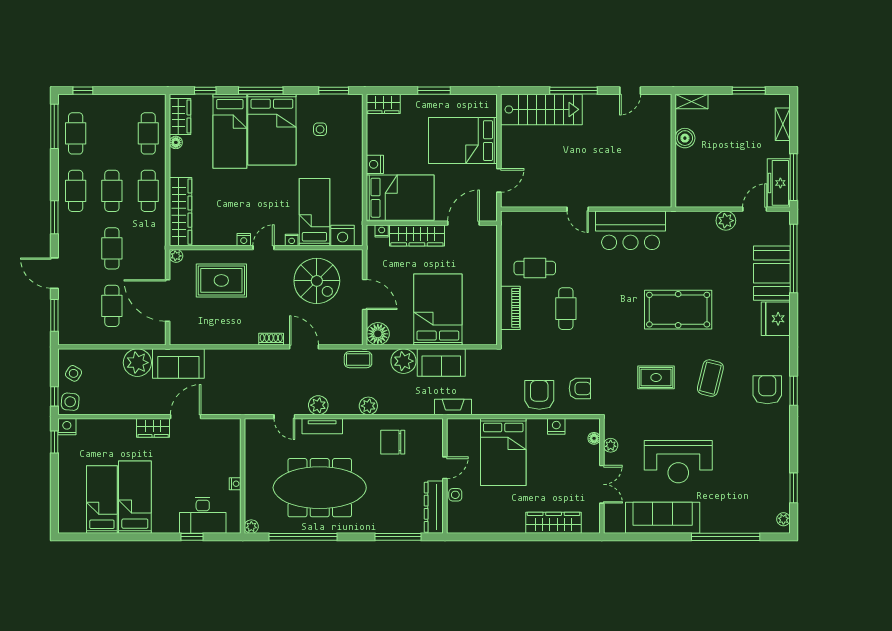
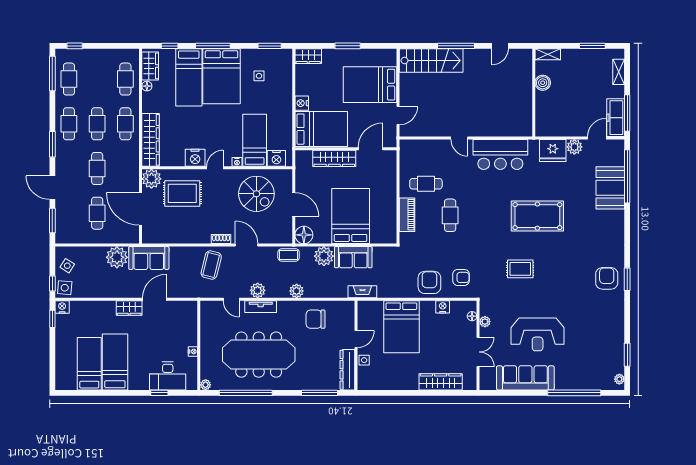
nightstand: (382, 231) -> (307, 155), removed
nightstand: (244, 240) -> (195, 158), width x1.89, depth x1.79
plant: (176, 256) -> (151, 179), width x1.88, depth x1.88
fridge: (776, 319) -> (553, 150), moved, turned -90
coffee table: (710, 378) -> (211, 265), moved

